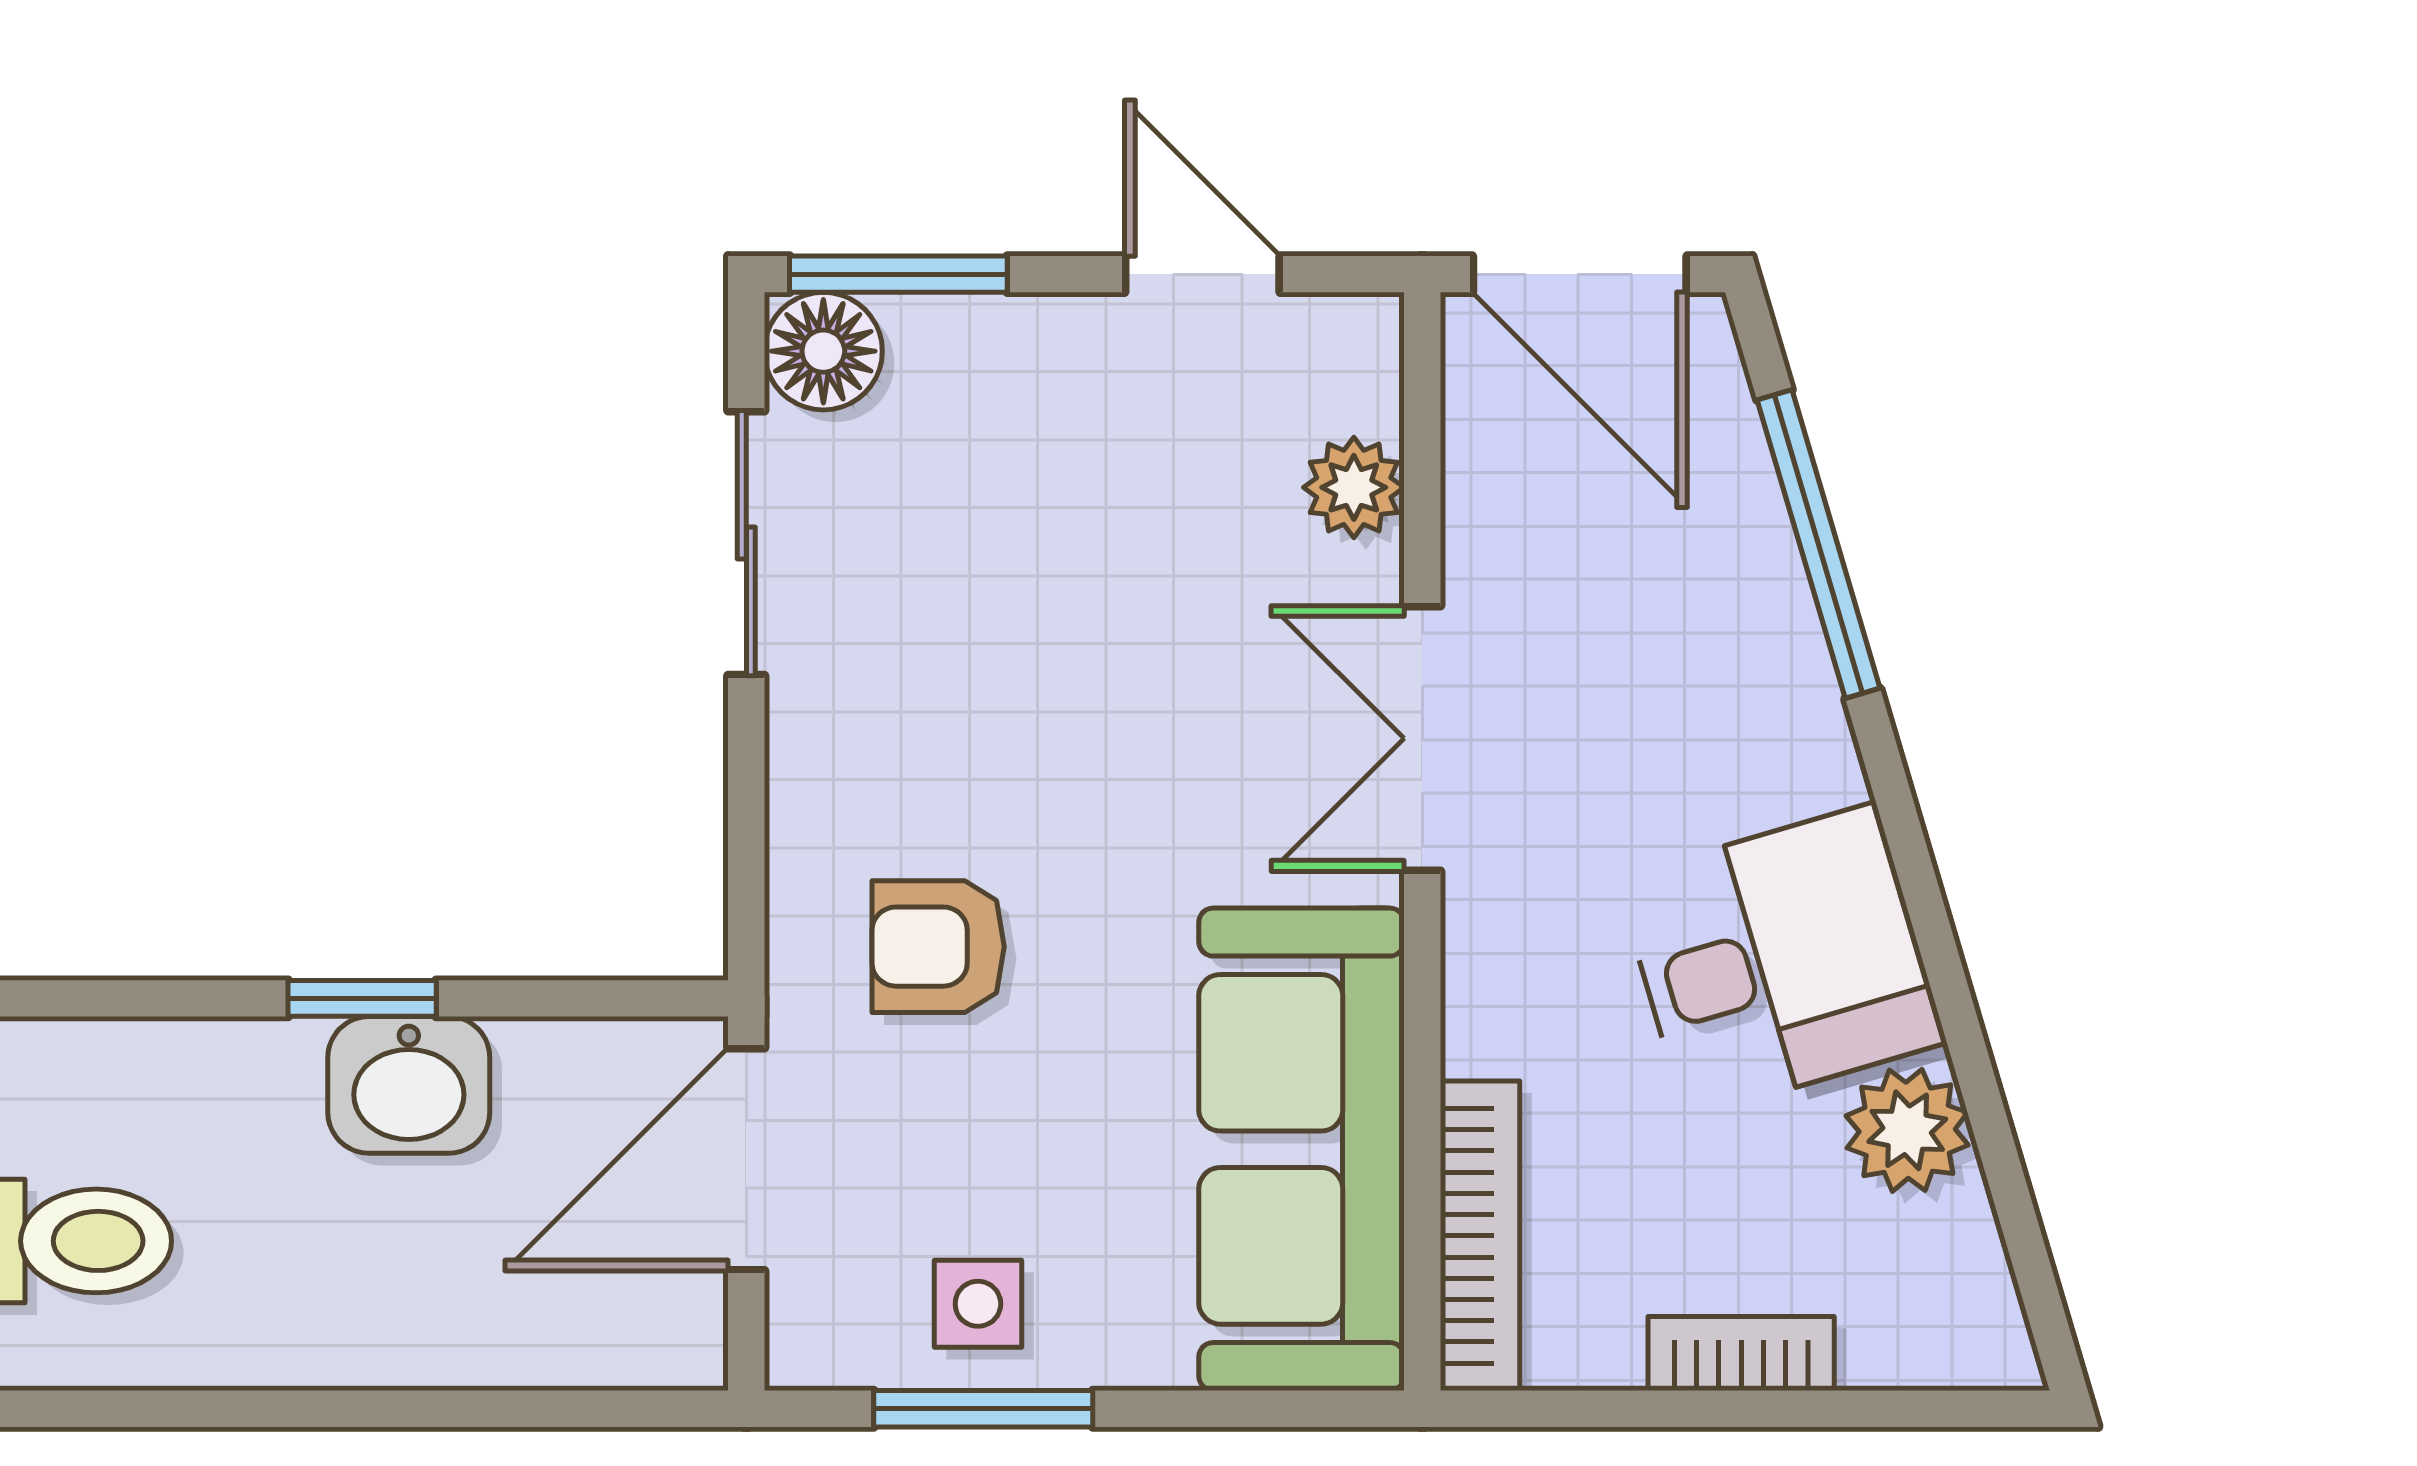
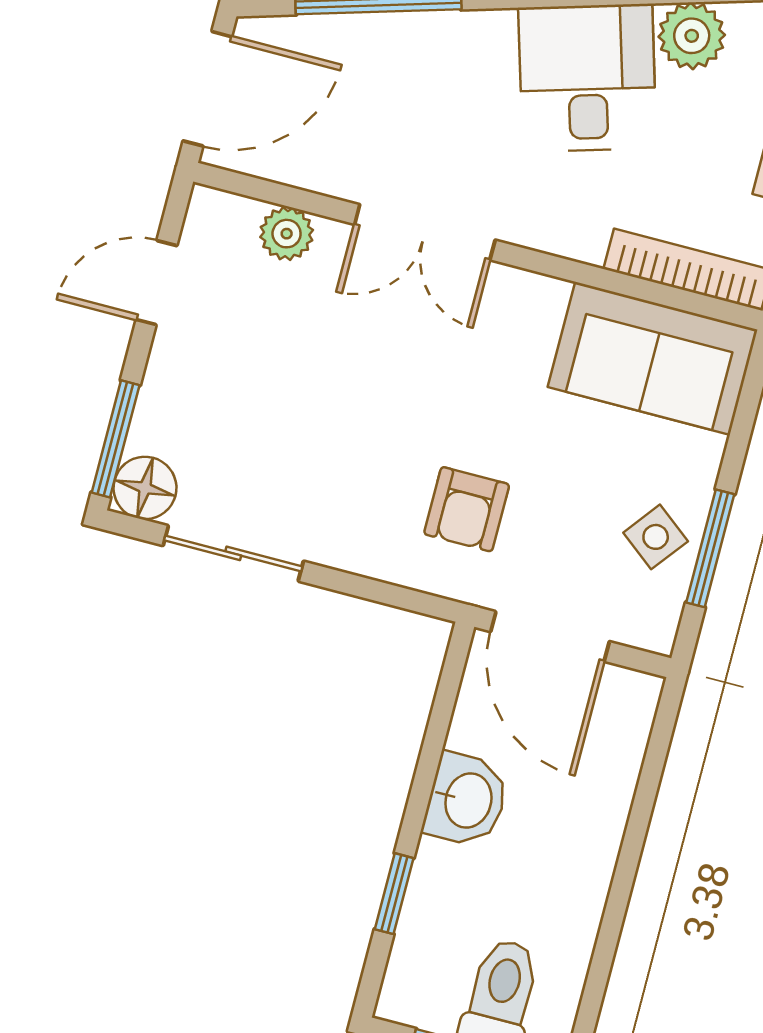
window: (362, 998) -> (394, 894), moved
sofa: (1302, 1149) -> (653, 358), width x0.73
side table: (978, 1304) -> (656, 537), turned 38

